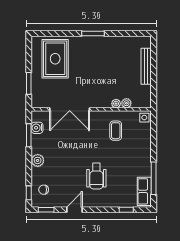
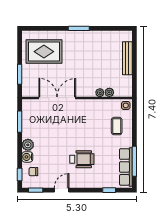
rug: (55, 59) -> (44, 52), turned 90
double door: (70, 109) -> (57, 98), swing flipped
water cooler: (37, 128) -> (27, 157), moved
coffee table: (116, 131) -> (117, 126), moved
wheelchair: (96, 176) -> (82, 159), turned -90
row of seats: (144, 191) -> (126, 167), width x1.48

